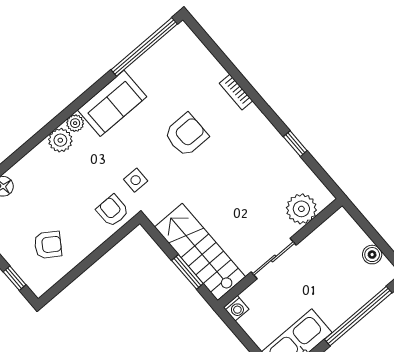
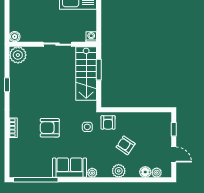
plant: (60, 140) -> (119, 171), moved
plant: (301, 209) -> (18, 55), moved
armchair: (48, 245) -> (126, 145), moved
boiler: (372, 255) -> (15, 37), moved

